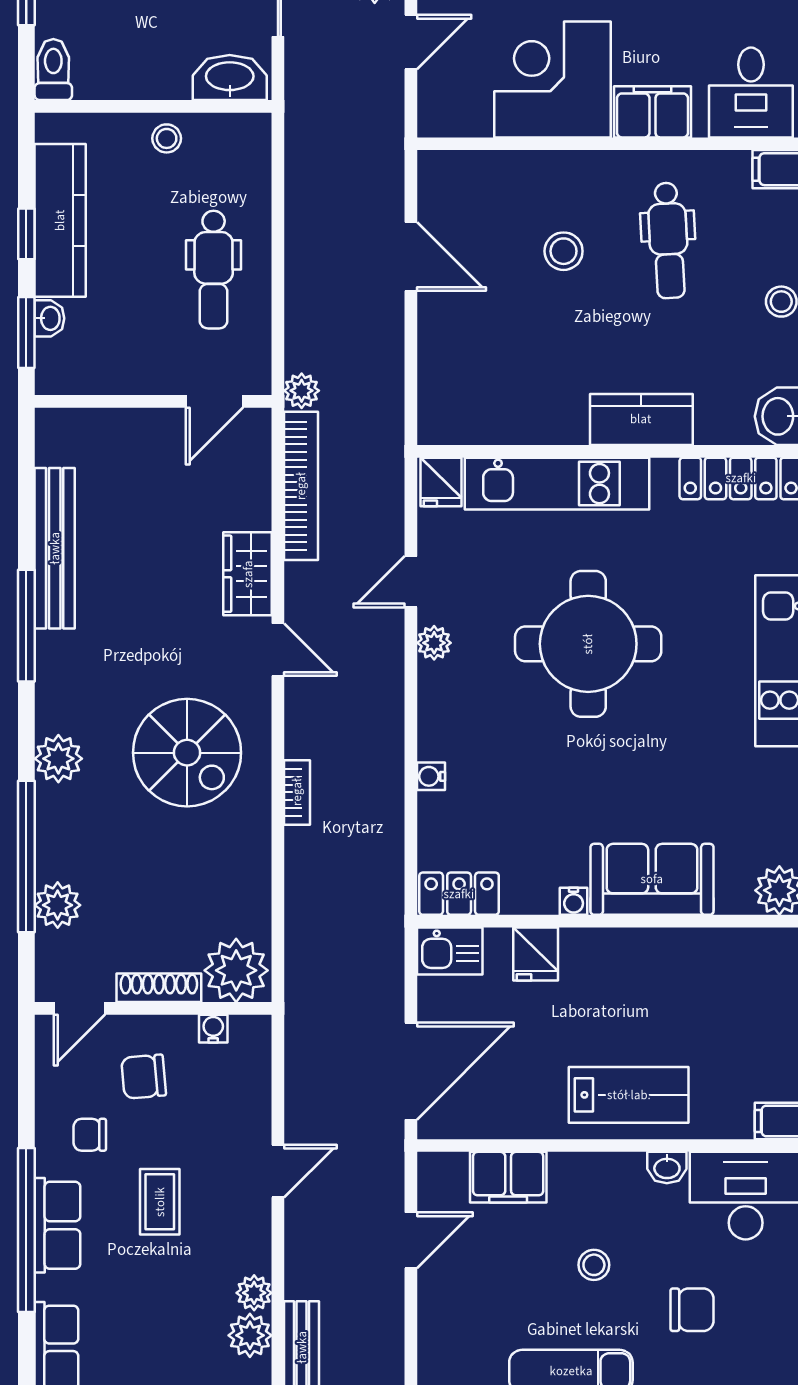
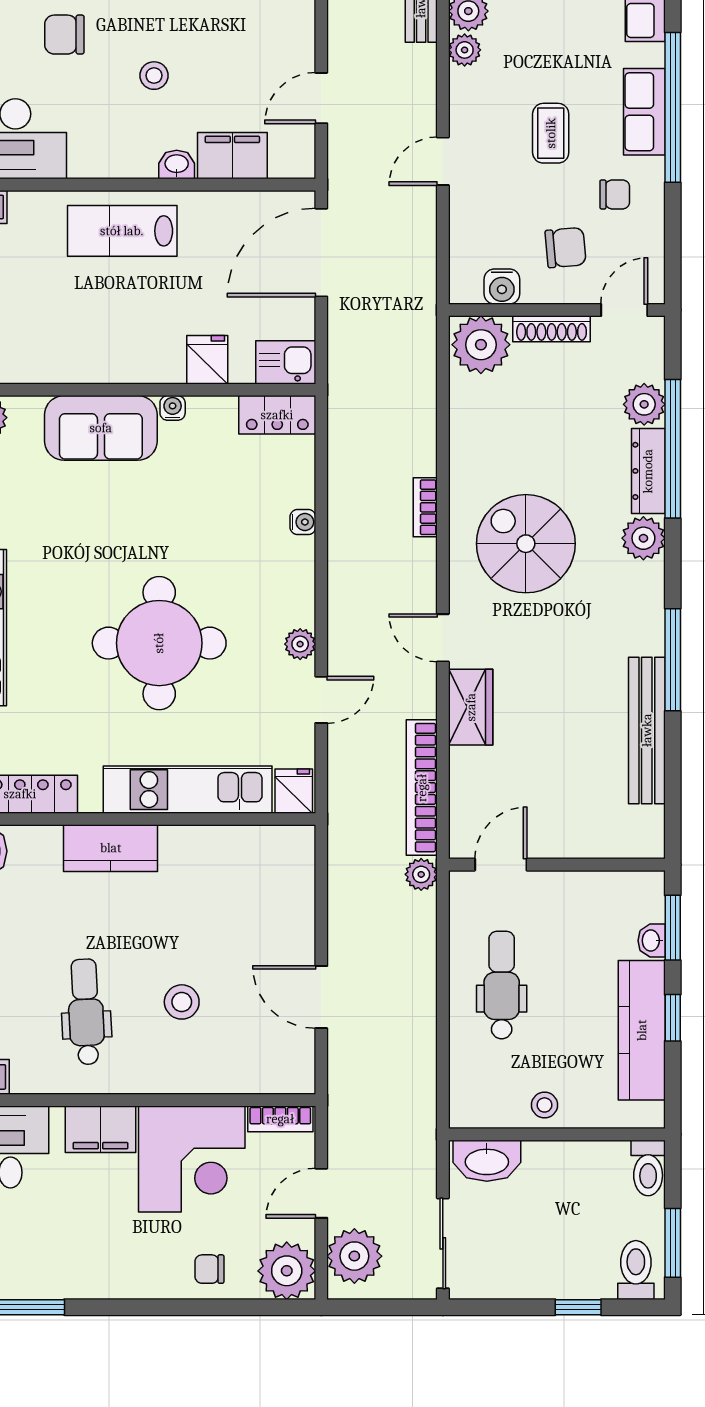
bookcase: (456, 123) -> (280, 1119), added
dresser: (53, 832) -> (648, 471), added
water cooler: (213, 1029) -> (502, 287), width x1.38, depth x1.38
washbasin: (667, 1168) -> (177, 164), moved

